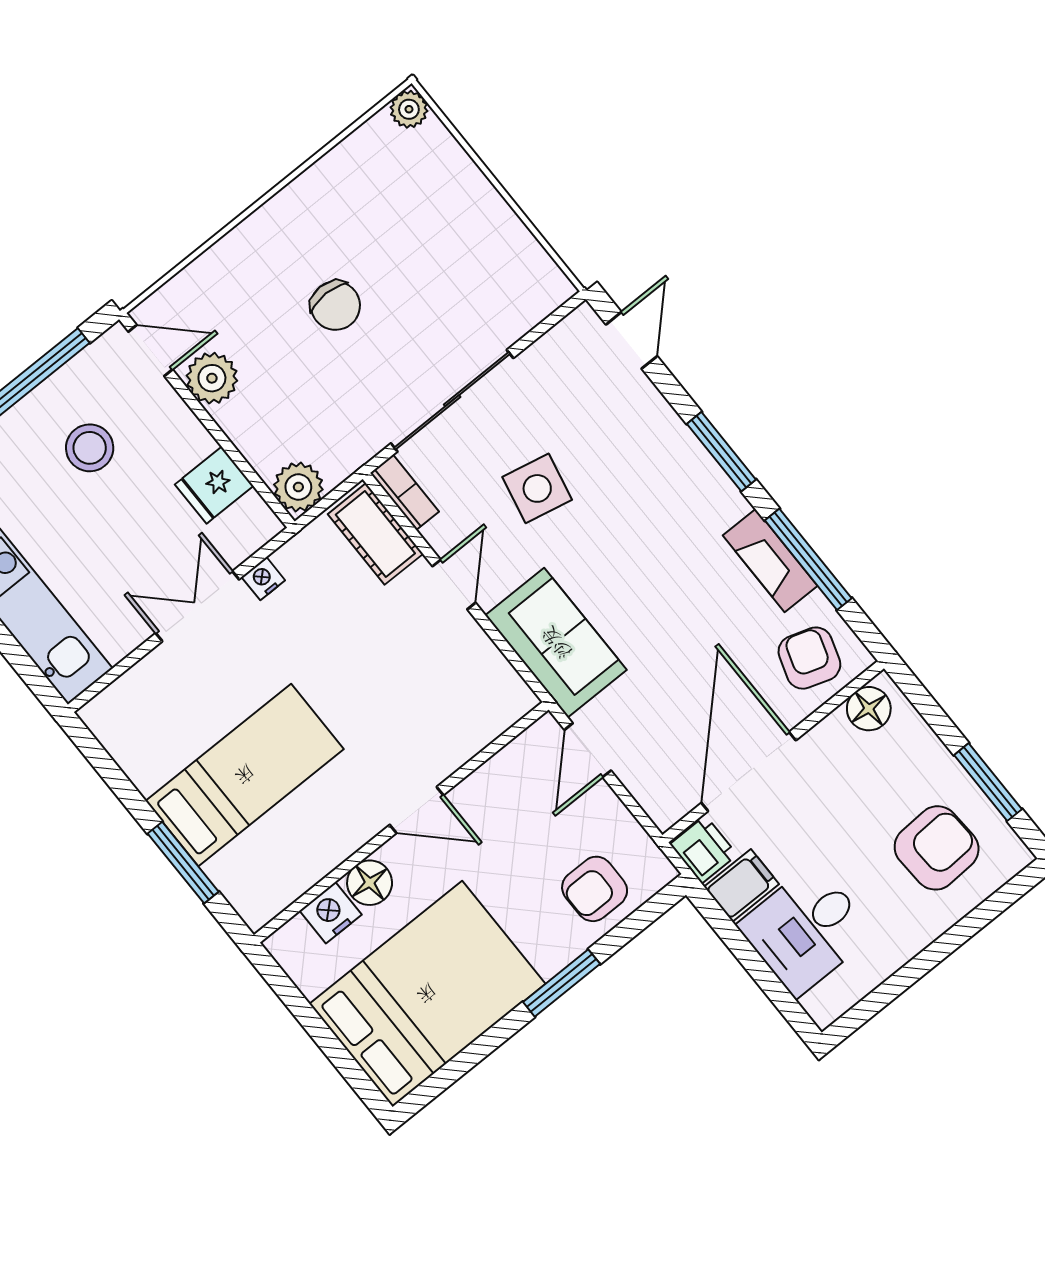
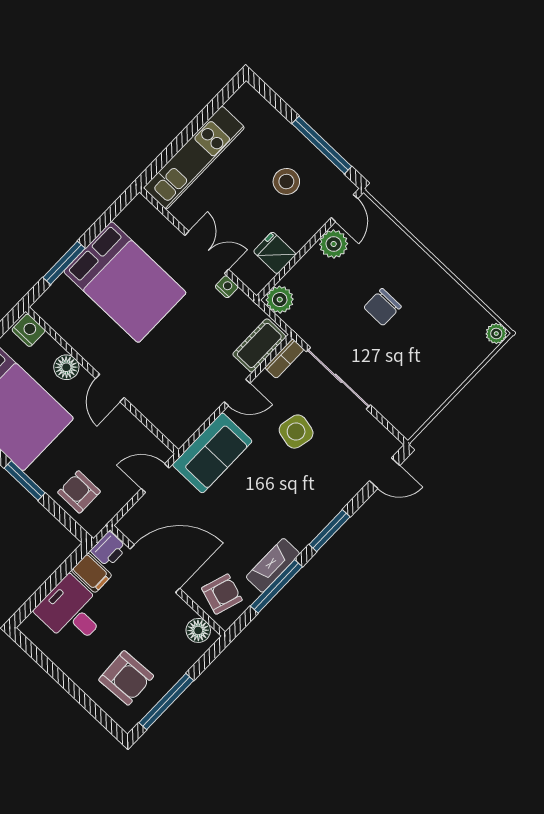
bed: (245, 775) -> (125, 282), width x1.50
window: (988, 782) -> (166, 702), width x1.44
nightstand: (331, 913) -> (29, 330), moved

